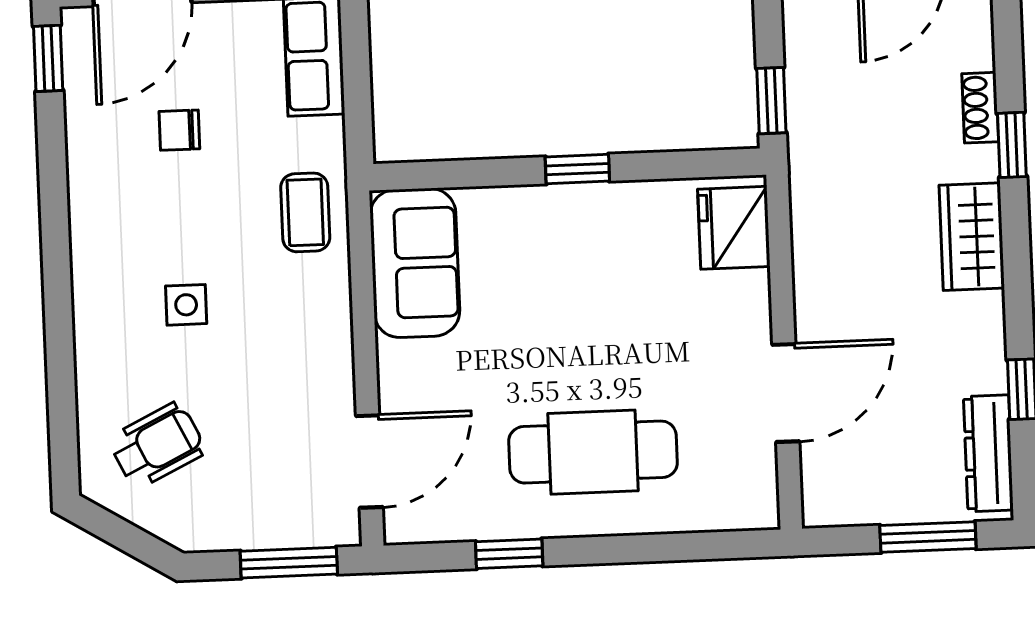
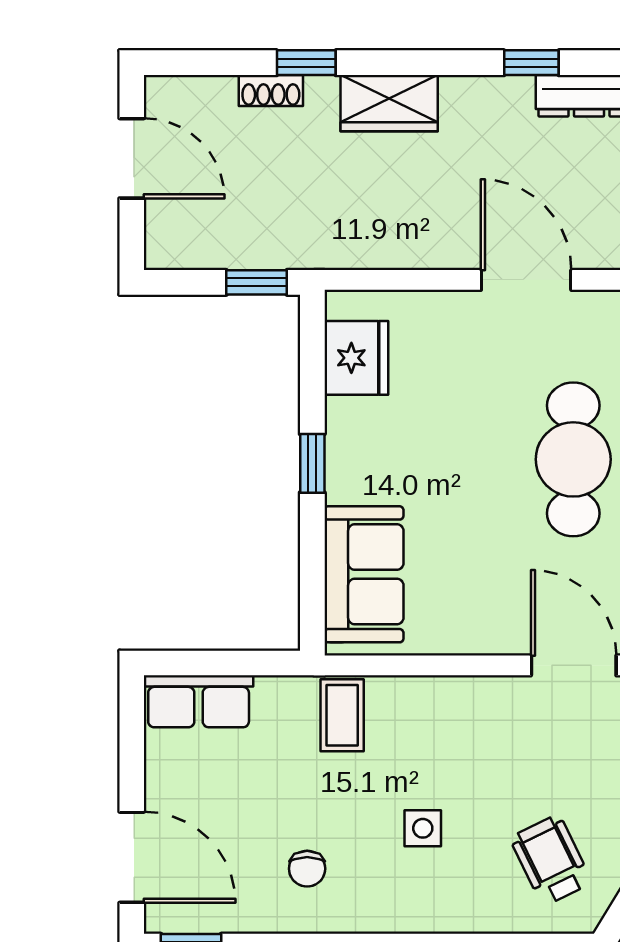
chair: (179, 130) -> (307, 869), moved
coffee table: (305, 212) -> (342, 715), turned 90
fridge: (734, 228) -> (356, 358), moved, turned -90
sofa: (415, 263) -> (364, 574), moved, turned 90

